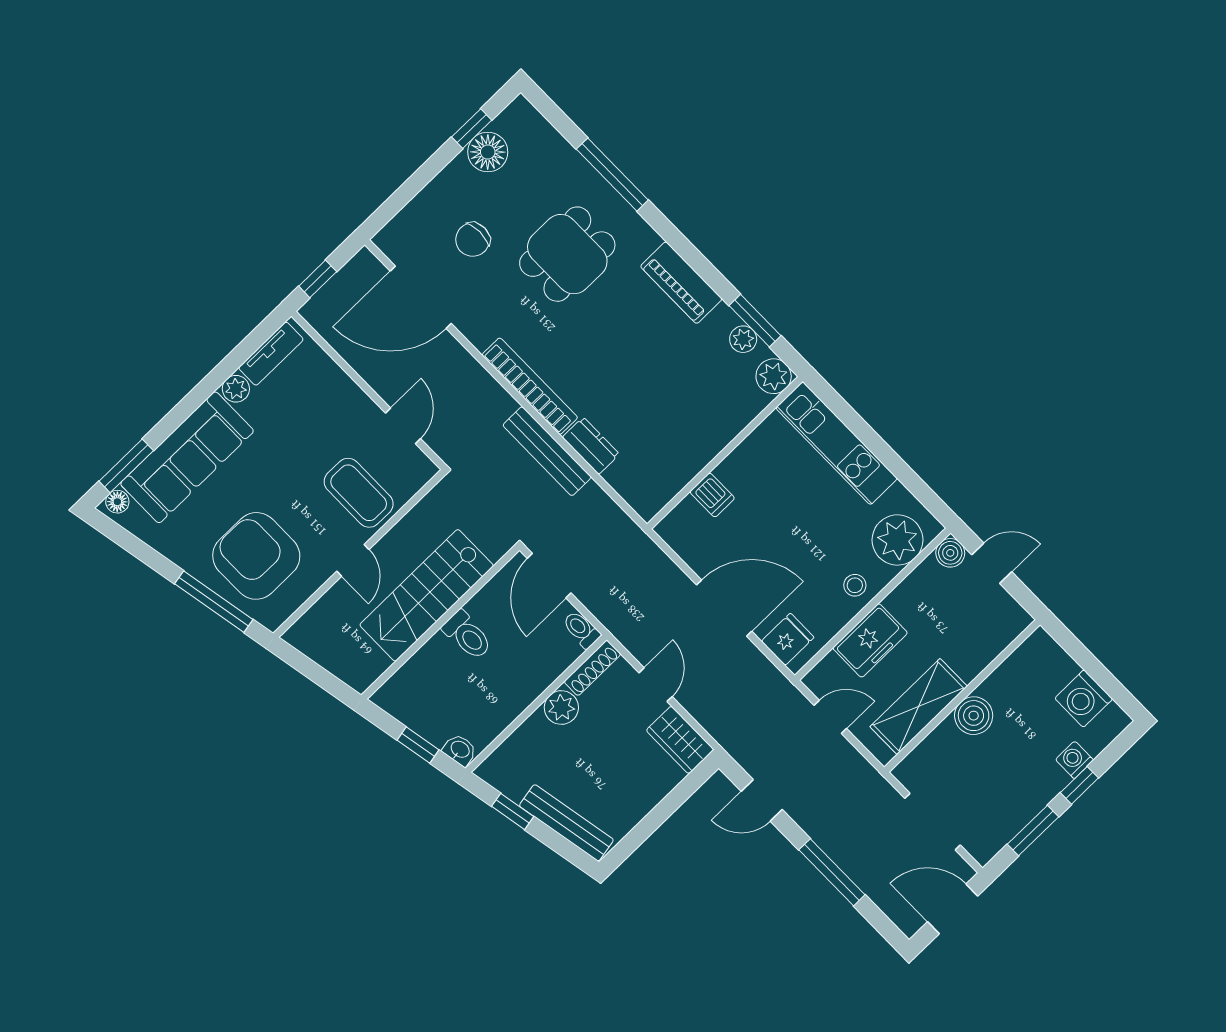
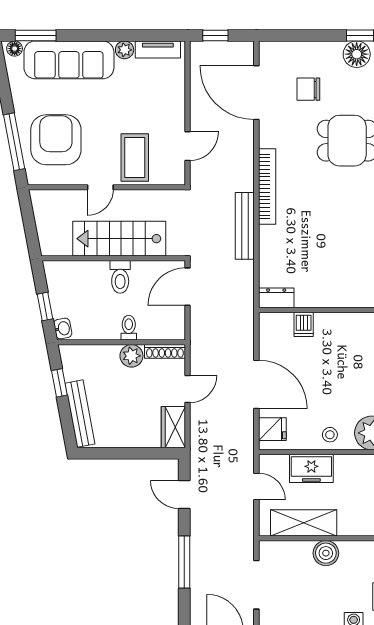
dresser: (591, 446) -> (276, 298), moved, turned -90
toilet: (581, 630) -> (129, 328), moved

